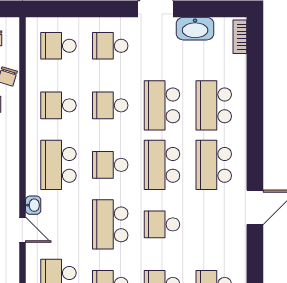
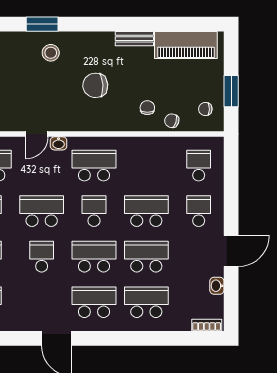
washbasin: (195, 29) -> (217, 286), width x0.52, depth x0.69
school desk: (58, 105) -> (146, 166), removed
school desk: (110, 105) -> (146, 211), width x1.85

